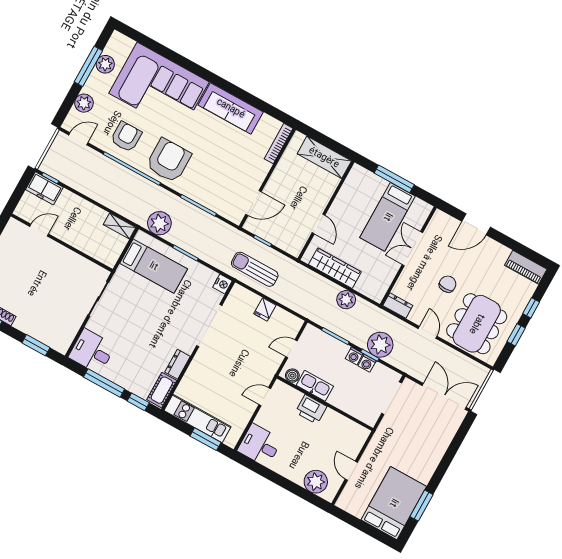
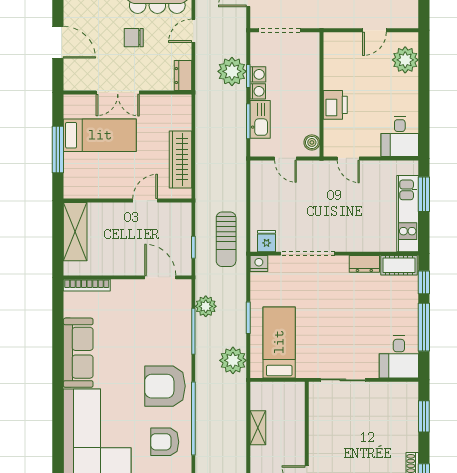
shelving: (120, 226) -> (258, 428), moved
plant: (346, 300) -> (206, 306), moved
fridge: (265, 309) -> (267, 241), moved, turned -90
kitchen sink: (315, 386) -> (260, 119), moved, turned 180

